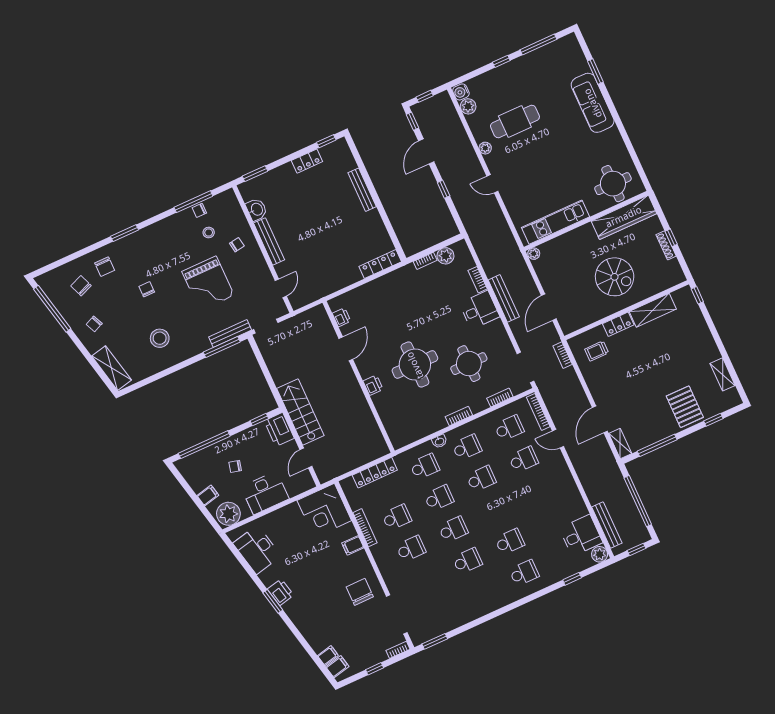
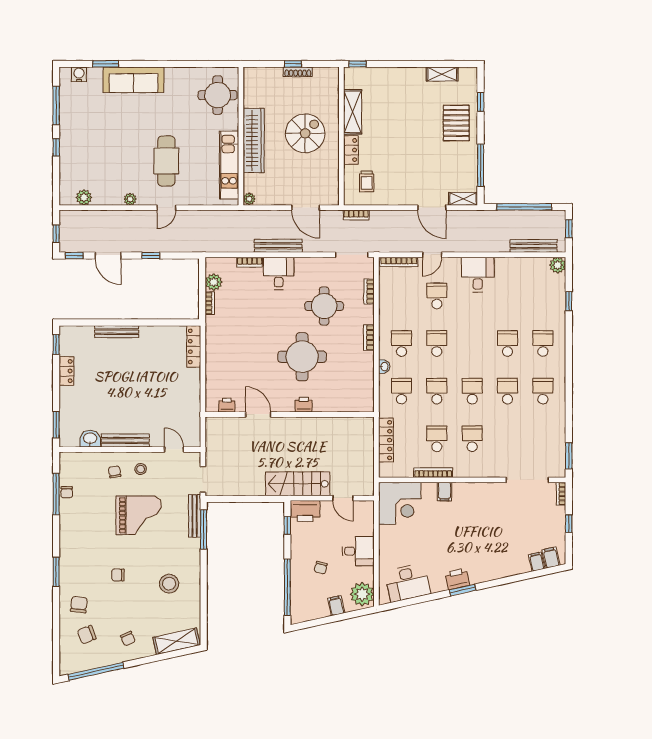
water cooler: (461, 92) -> (79, 74), moved, turned 180
cafe table: (515, 121) -> (166, 161), moved
wardrobe: (624, 217) -> (254, 141), moved
stool: (209, 232) -> (141, 469), moved
chair: (105, 267) -> (79, 605), turned -84
pallet: (685, 407) -> (456, 123), turned 90
school desk: (509, 428) -> (543, 391), moved
desk: (265, 493) -> (358, 551), width x0.73
desk: (581, 535) -> (478, 275), moved
chair: (360, 592) -> (491, 505), removed

